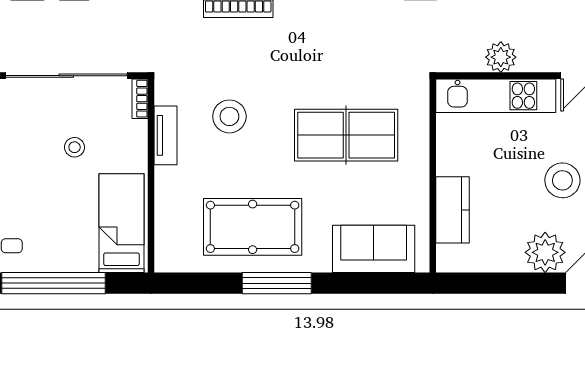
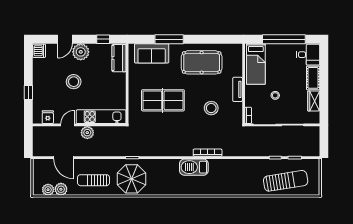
plant: (501, 57) -> (87, 133), moved
tv unit: (166, 135) -> (238, 89), moved
kitchen counter: (453, 210) -> (119, 58), moved
window: (277, 283) -> (169, 39), moved
window: (491, 283) -> (103, 39), added

